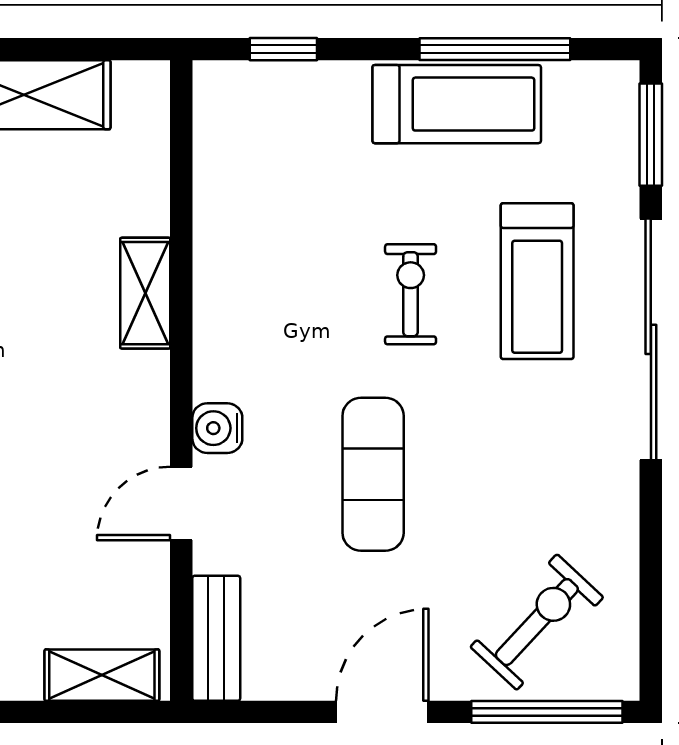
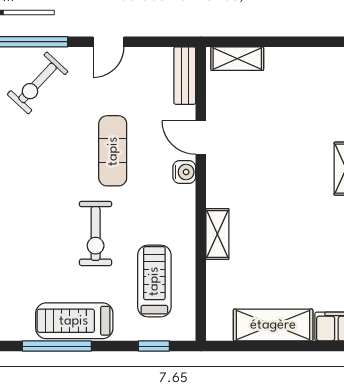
treadmill: (537, 281) -> (154, 281), moved
exercise bike: (411, 294) -> (96, 233), width x1.38, depth x1.39
door: (181, 503) -> (201, 137), swing flipped
door: (382, 712) -> (109, 42), width x0.73

